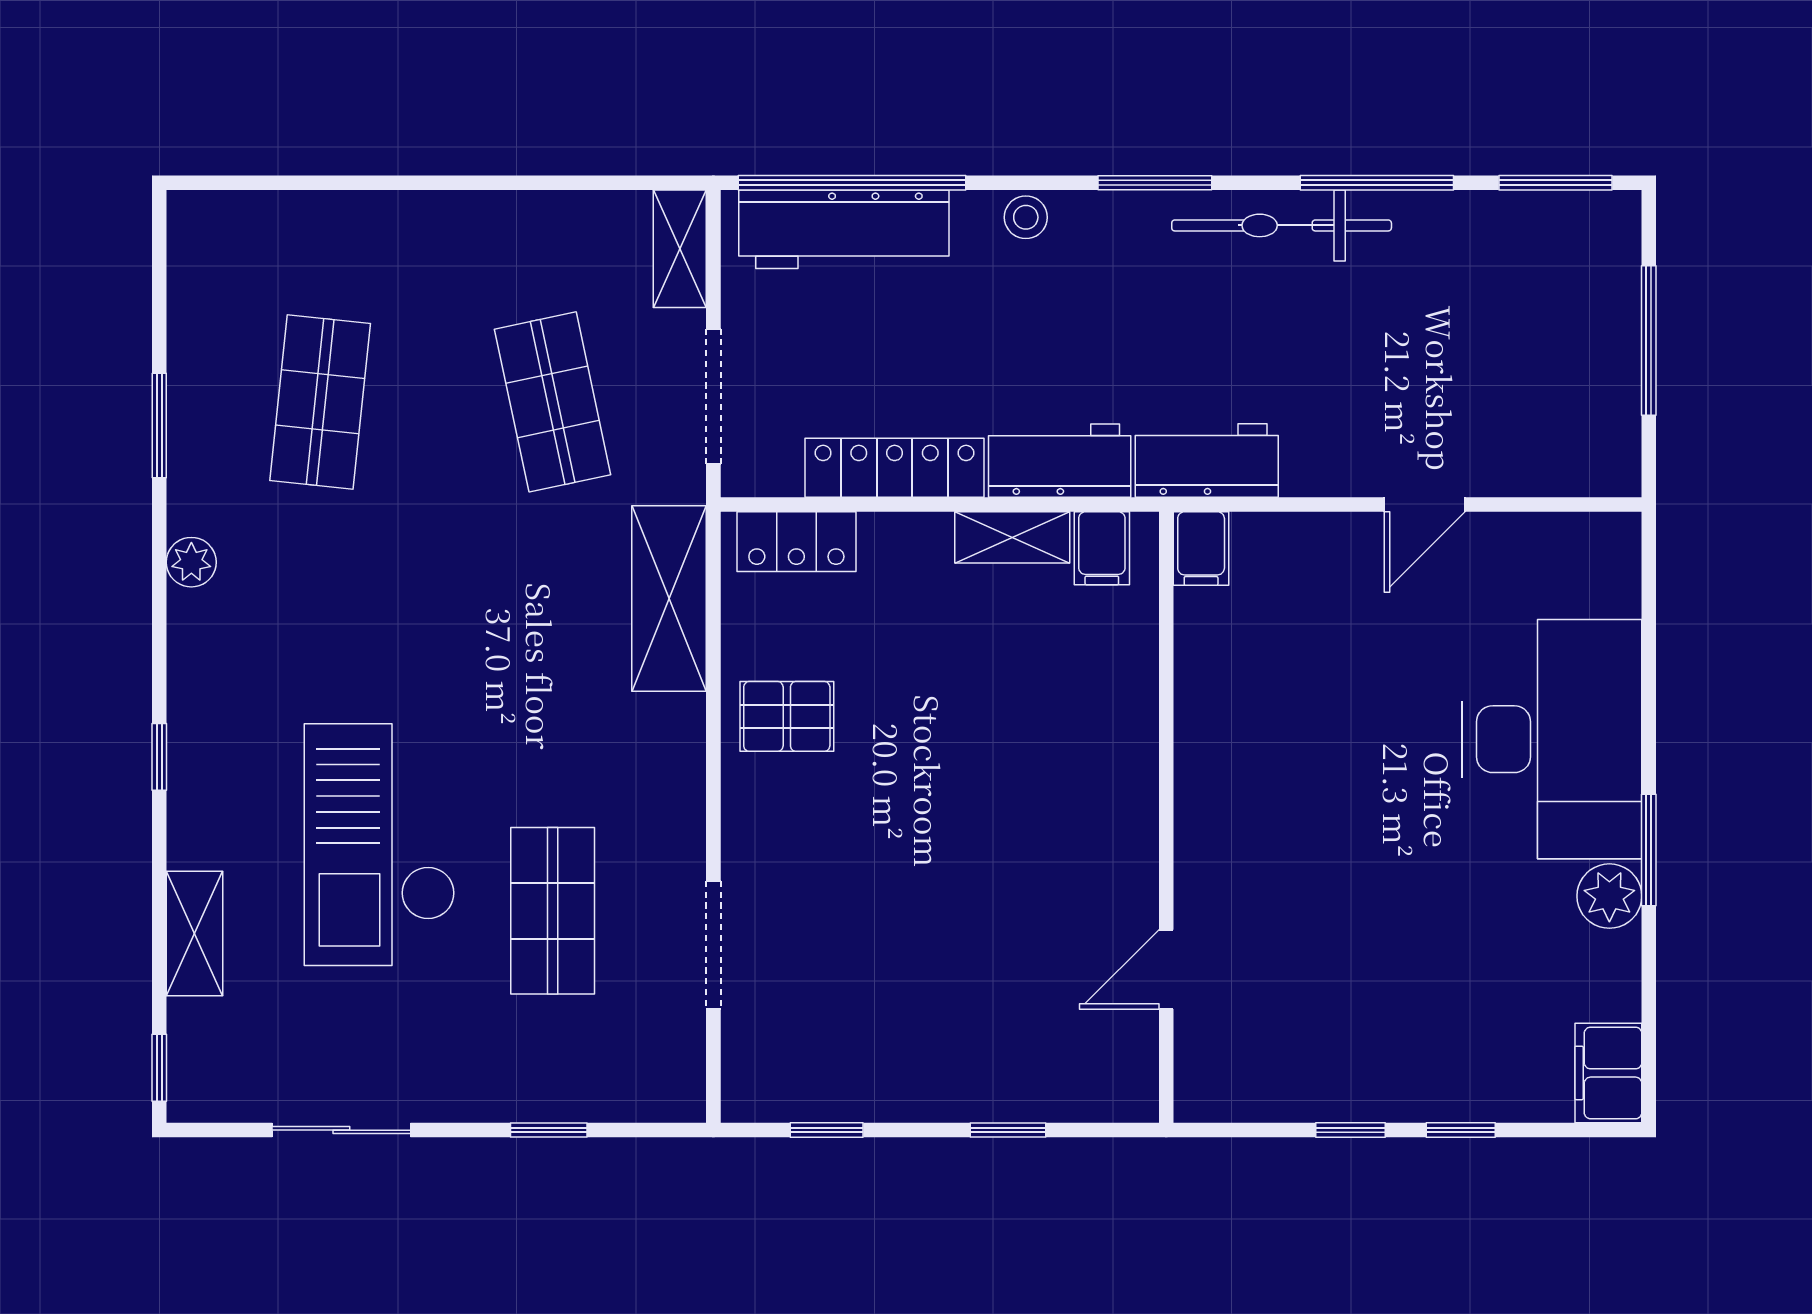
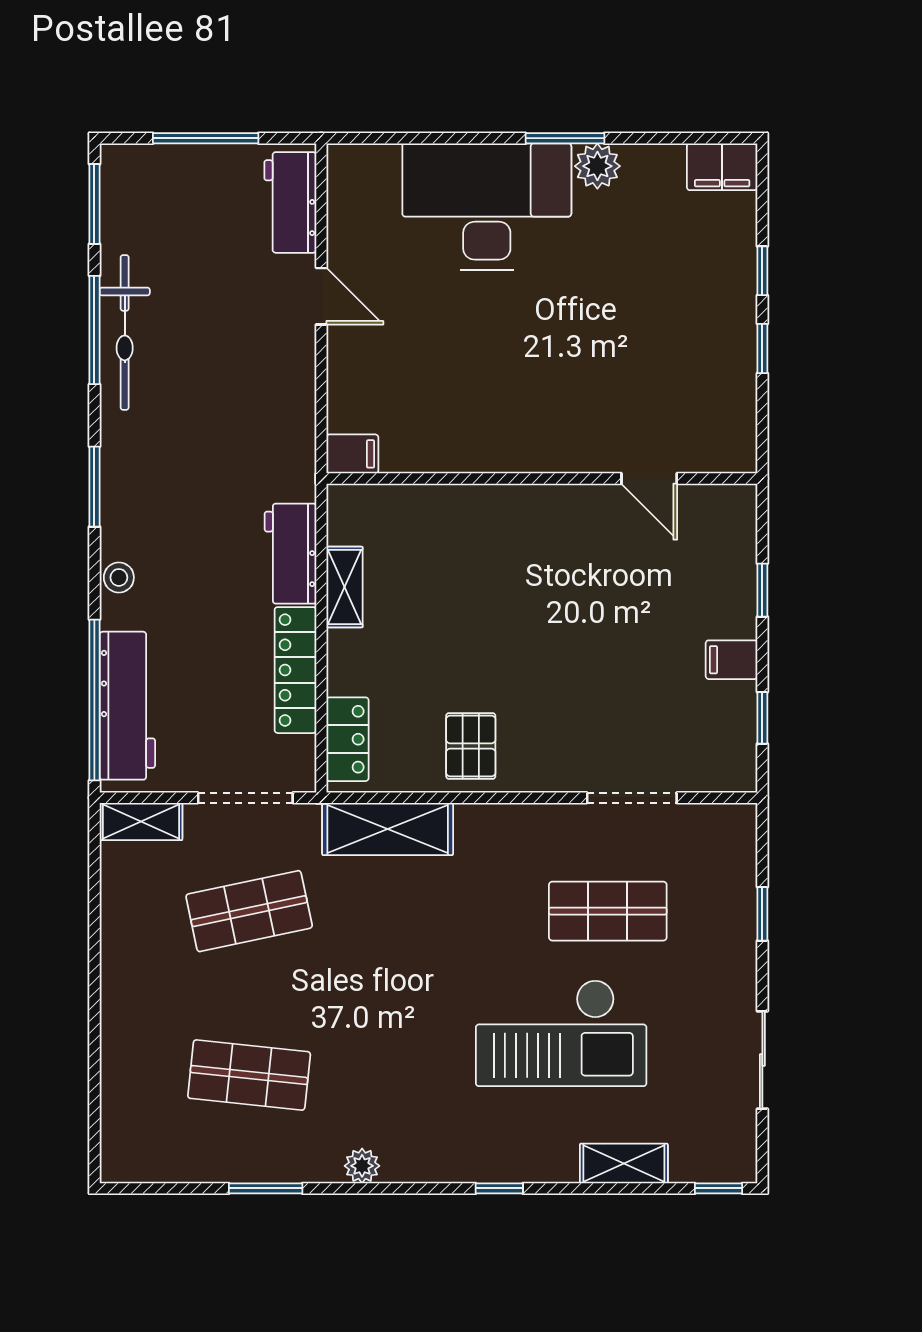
bicycle: (1282, 225) -> (125, 332), moved
workbench: (1207, 460) -> (290, 202), moved
filing cabinet: (1102, 548) -> (732, 660), moved, turned 180

